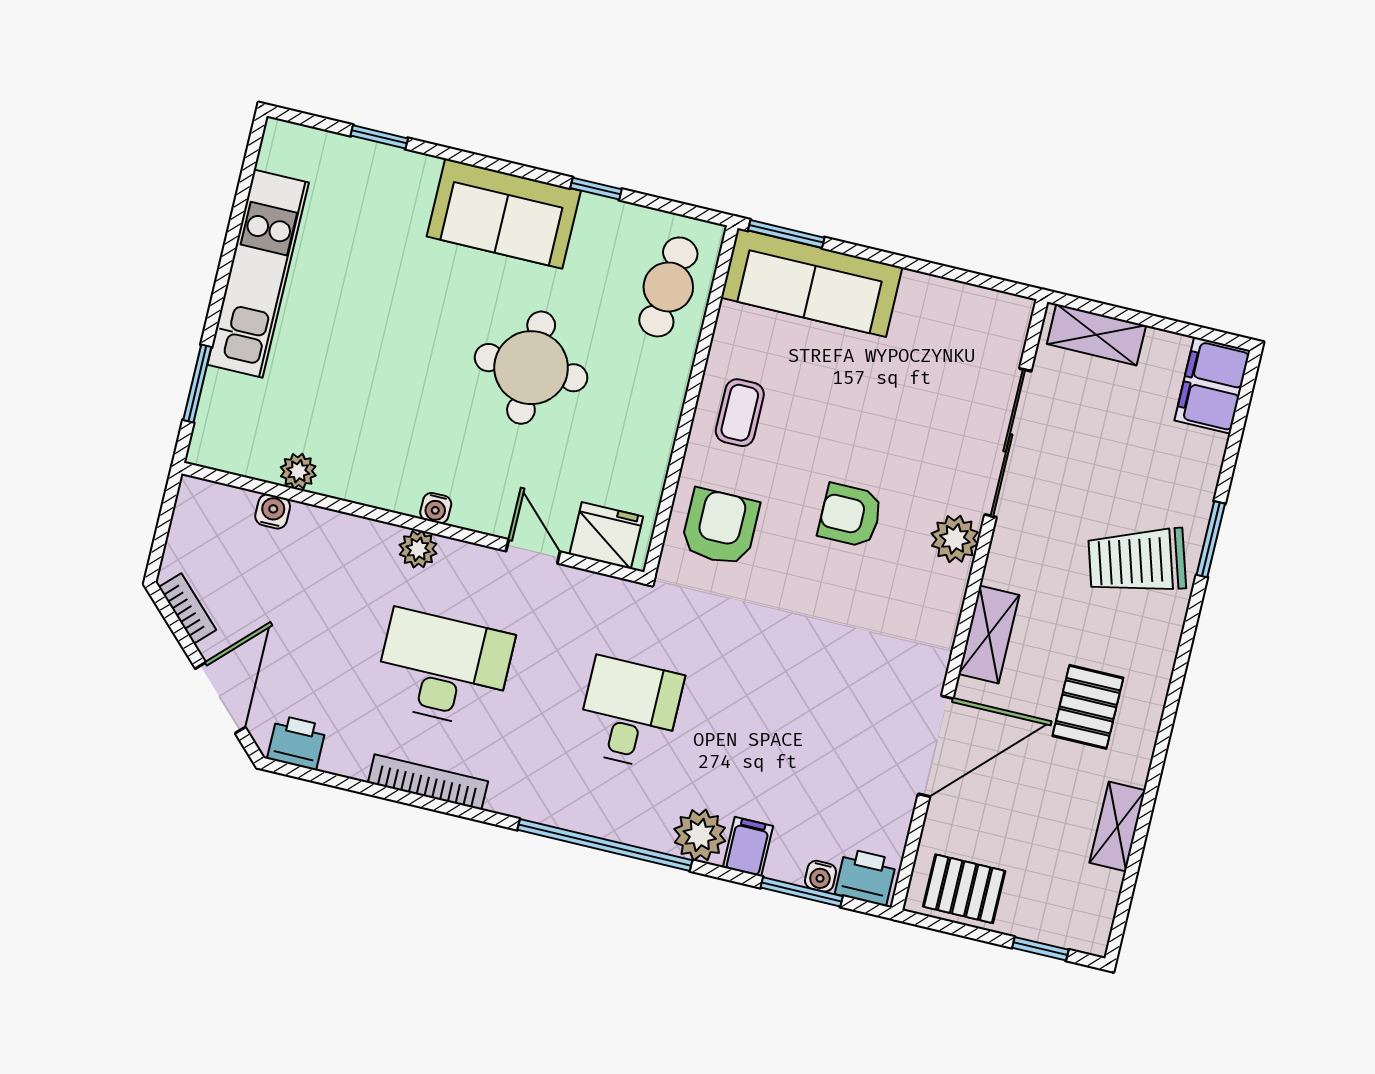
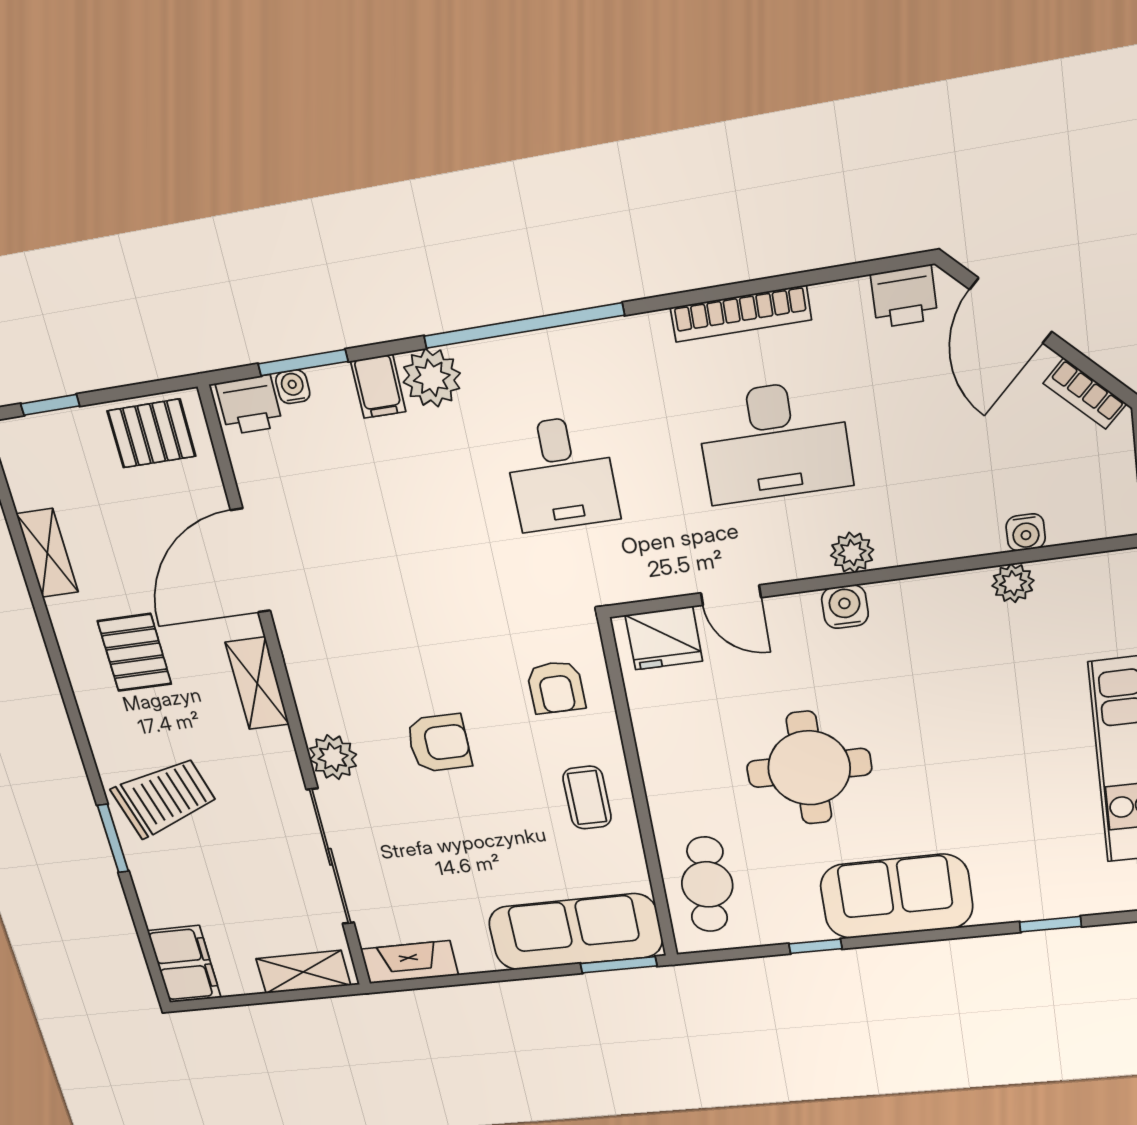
fireplace: (986, 308) -> (409, 962), added
water cooler: (436, 508) -> (845, 607), width x1.38, depth x1.38
armchair: (720, 527) -> (556, 687), width x0.72, depth x0.72

